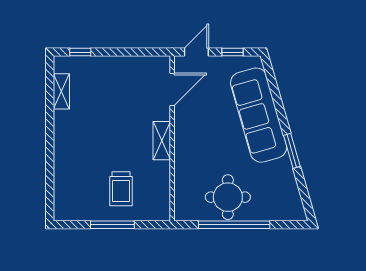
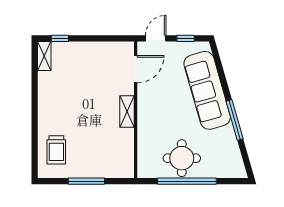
shelving: (61, 91) -> (44, 56), moved
window: (292, 151) -> (235, 120), width x1.44
trolley: (121, 189) -> (56, 150), moved

